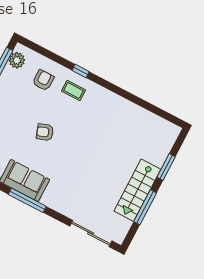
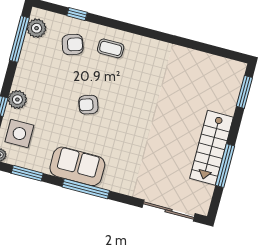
window: (81, 71) -> (77, 14), moved
armchair: (43, 80) -> (73, 44), turned 72
window: (166, 167) -> (244, 92), moved

